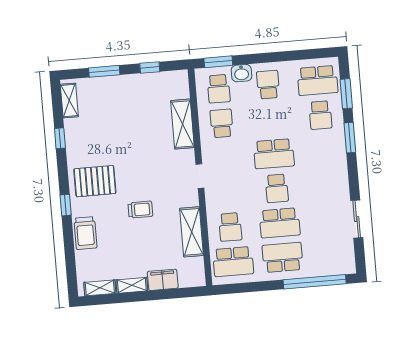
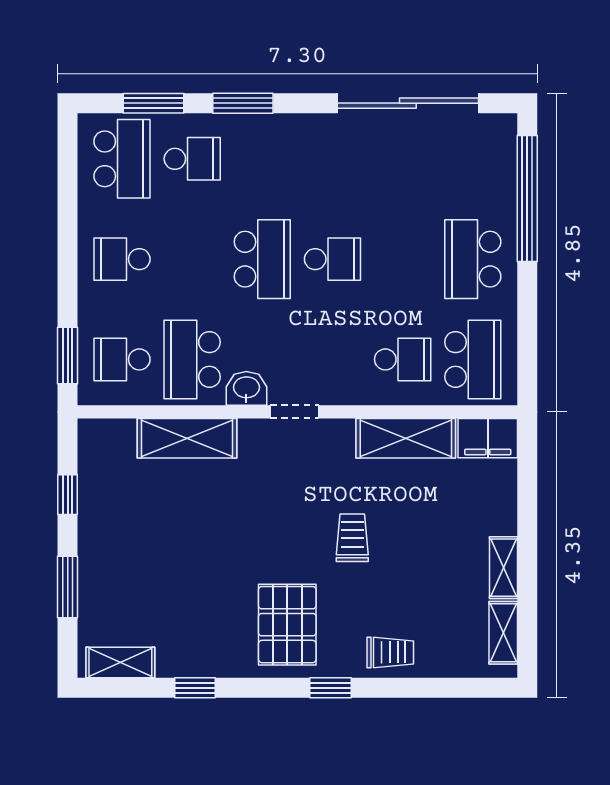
washbasin: (241, 73) -> (246, 388), moved, turned -90
school desk: (219, 89) -> (122, 359), turned 180
school desk: (222, 123) -> (192, 359), width x1.85
sliding door: (357, 219) -> (408, 103), width x1.86
school desk: (280, 223) -> (403, 259), removed
trolley: (85, 233) -> (390, 652), width x0.73, depth x0.72
filing cabinet: (163, 280) -> (488, 438), moved, turned -90

